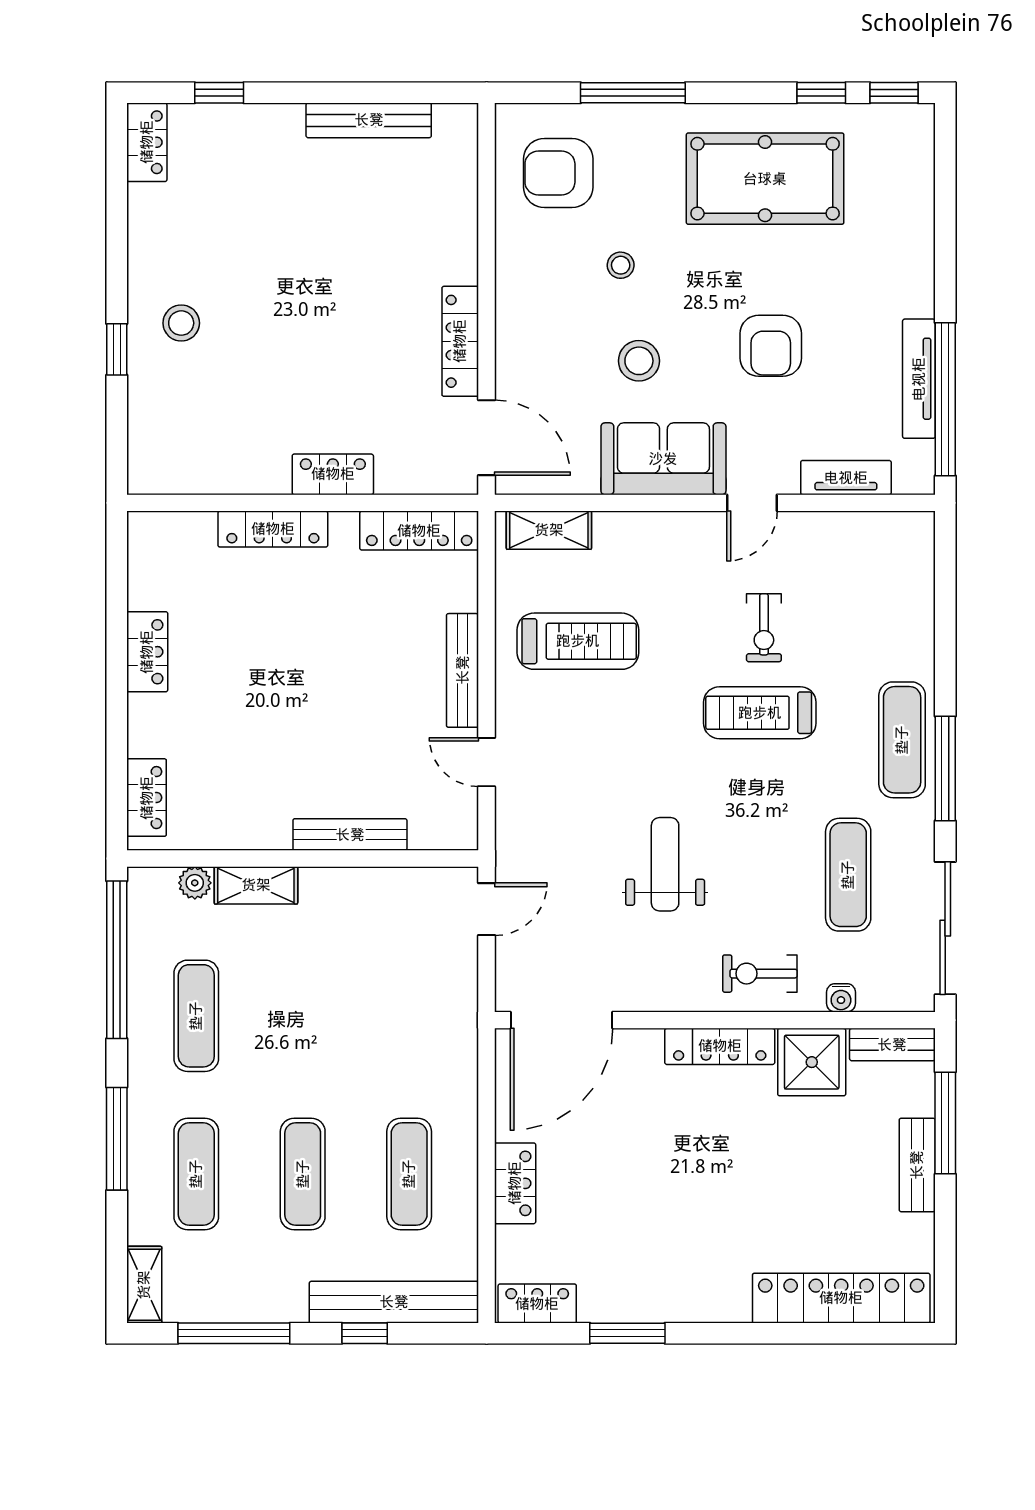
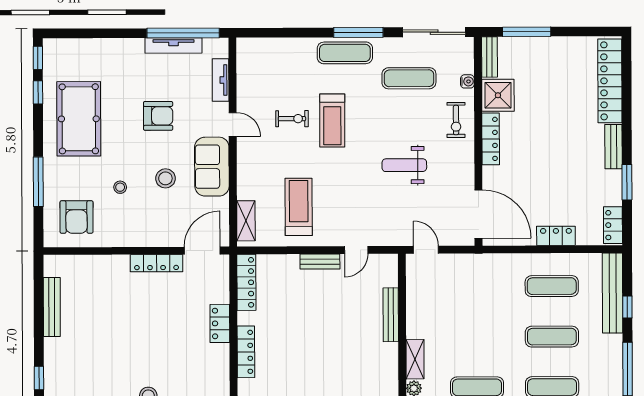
bench: (463, 670) -> (320, 262), width x0.73
bench: (917, 1165) -> (614, 147), moved, turned 90

